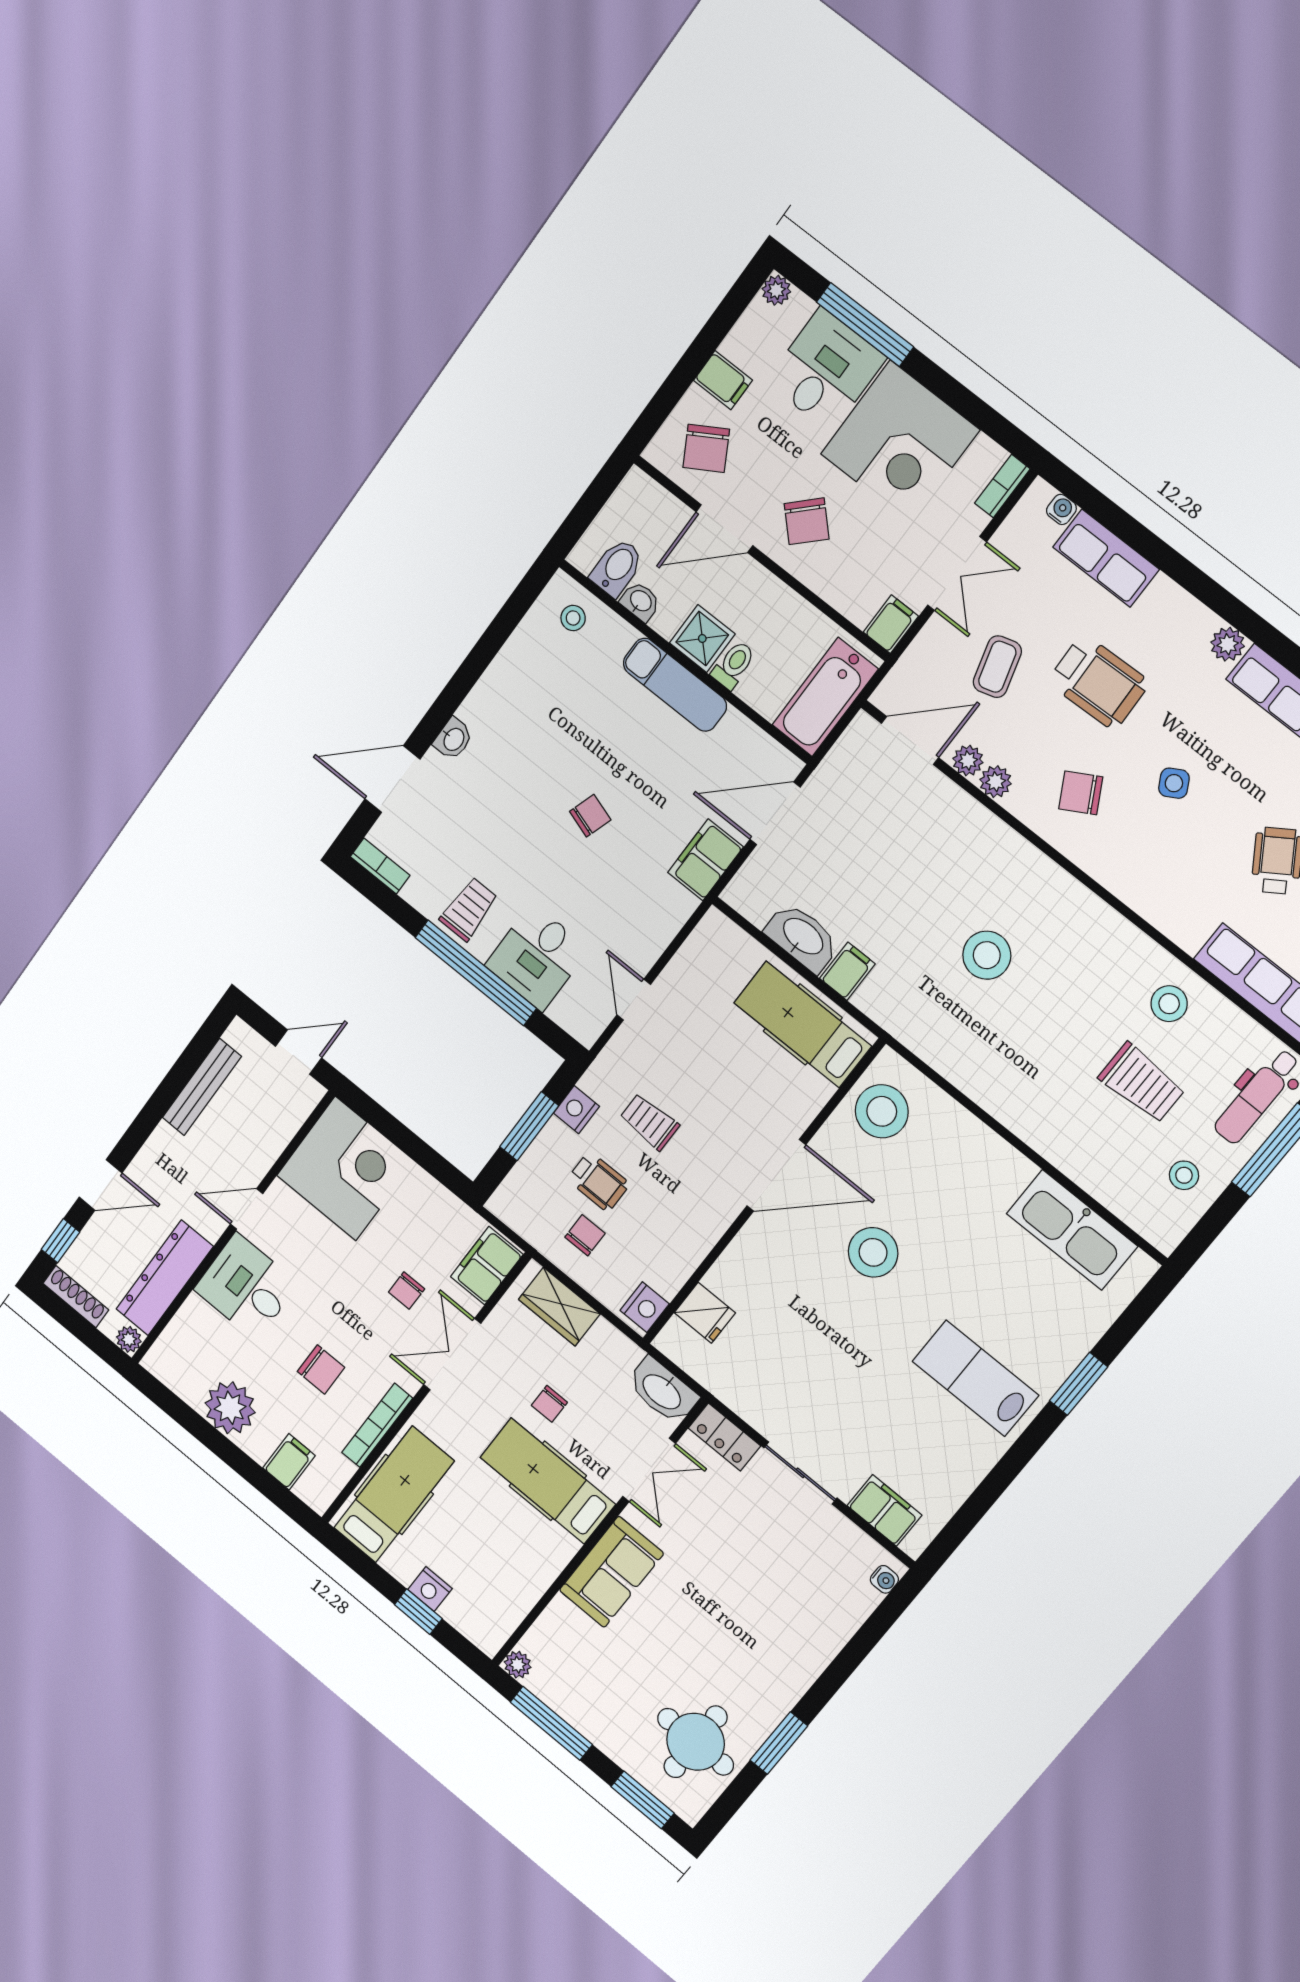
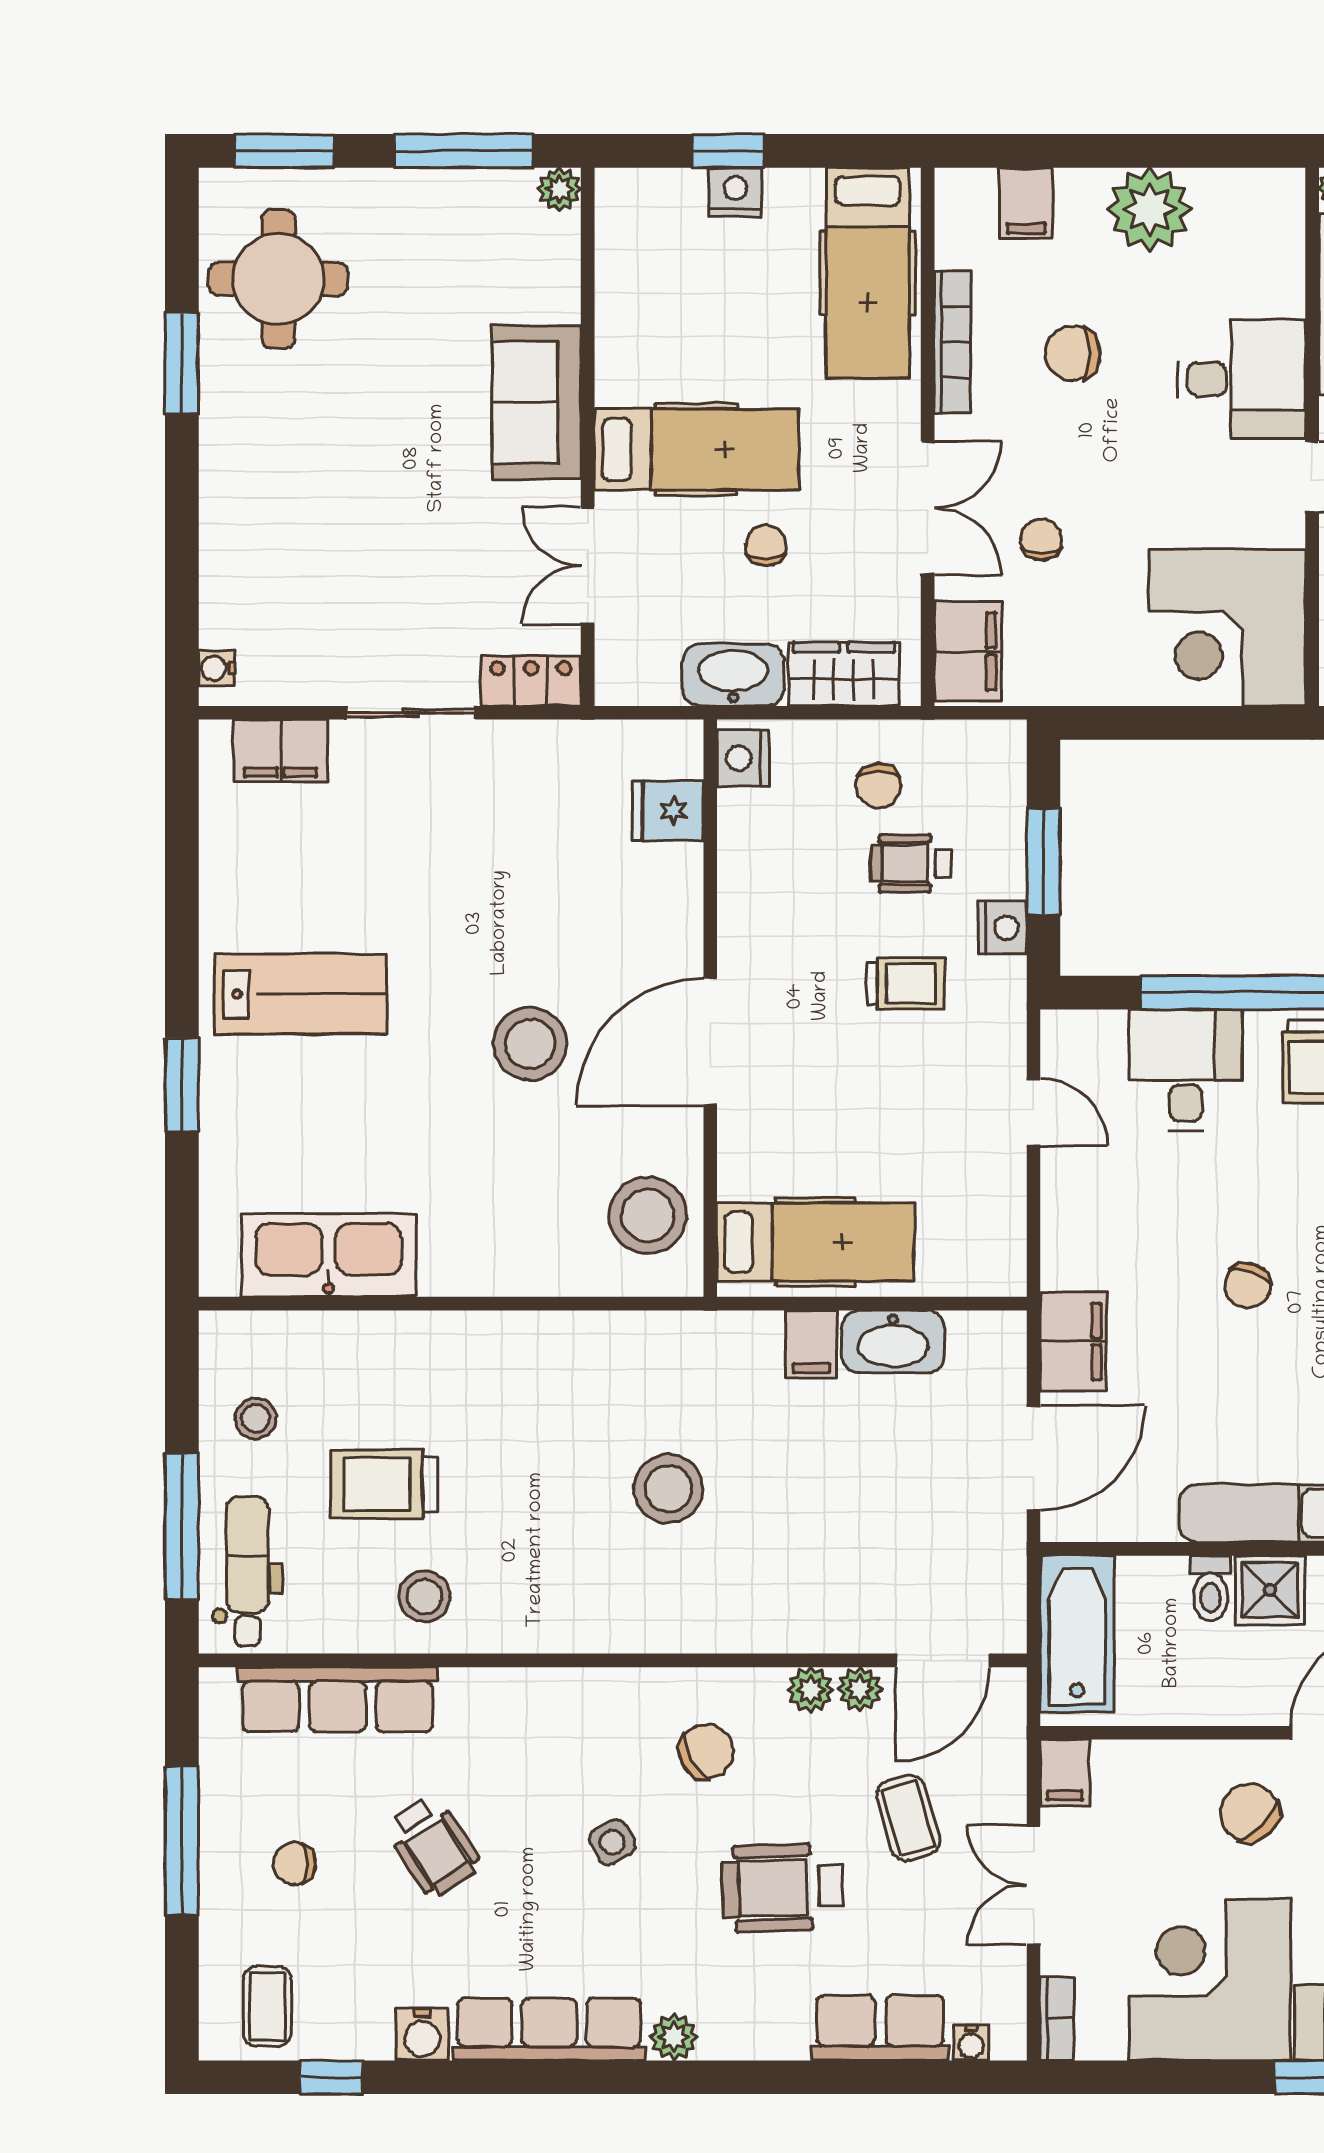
washbasin: (662, 1391) -> (733, 675), moved

